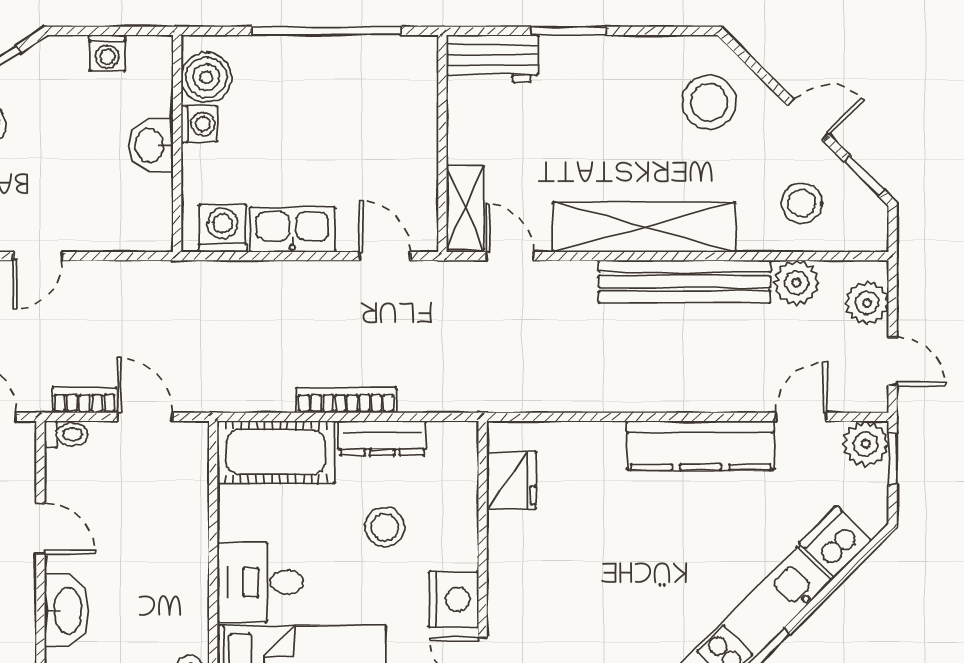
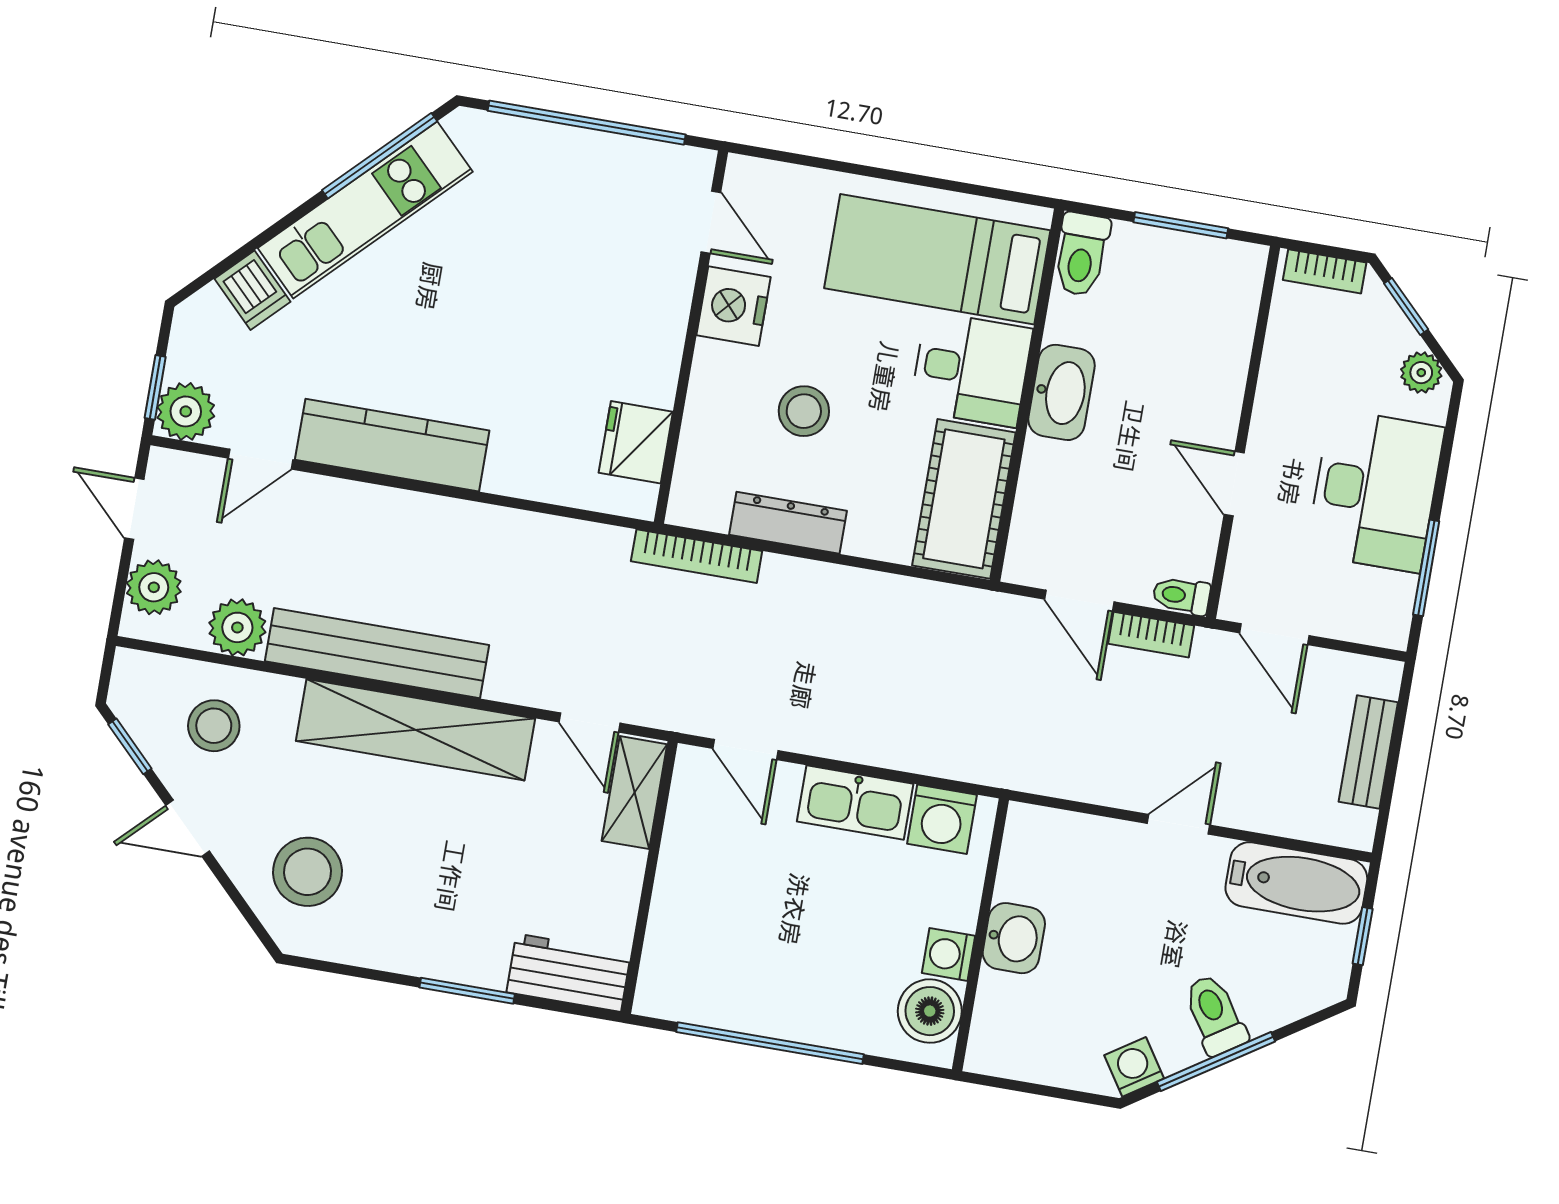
washing machine: (107, 53) -> (1134, 1067), moved, turned -33
bookcase: (346, 400) -> (697, 556), moved
cot: (276, 452) -> (964, 499), moved, turned 90
dishwasher: (835, 542) -> (252, 290), width x0.73
washbasin: (67, 610) -> (1061, 392), moved, turned 180

